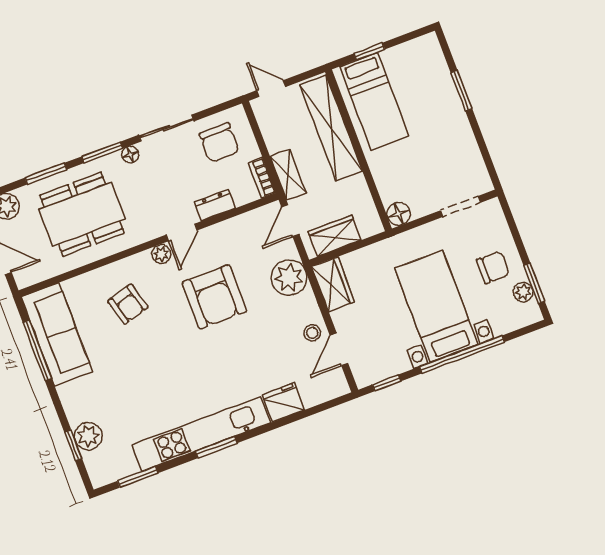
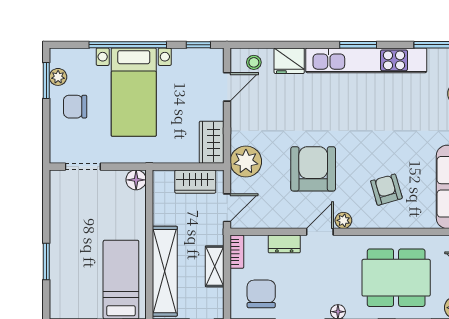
shelving: (288, 175) -> (215, 266), moved
stool: (312, 333) -> (254, 62), moved

